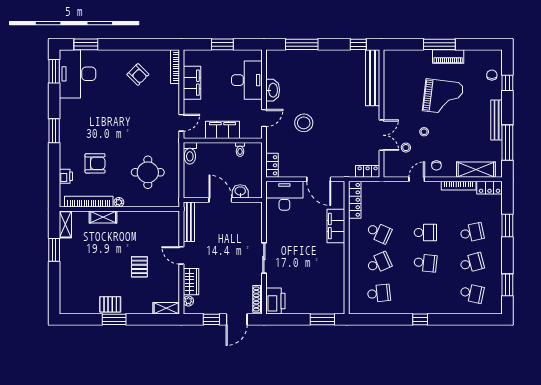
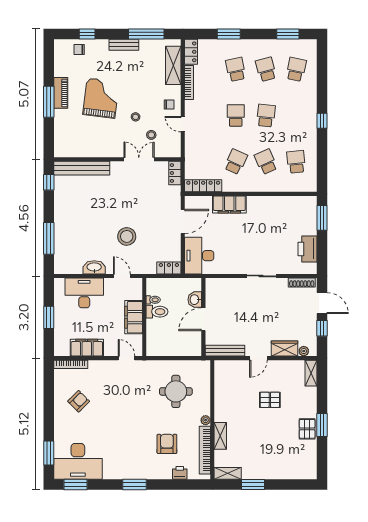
bench: (497, 120) -> (124, 45), width x0.73
toilet: (190, 153) -> (157, 312), moved
printer: (275, 301) -> (307, 249), moved, turned -90

